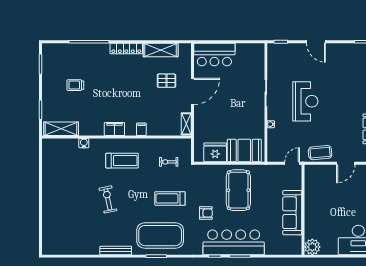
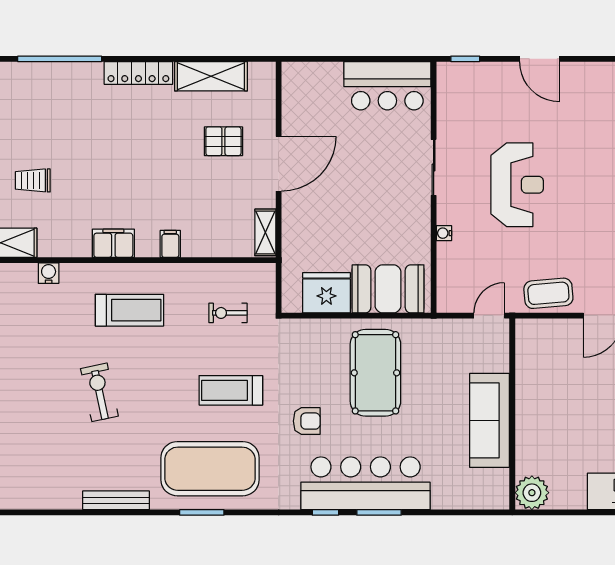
bar counter: (214, 55) -> (387, 86), moved
trolley: (75, 85) -> (33, 180), moved

